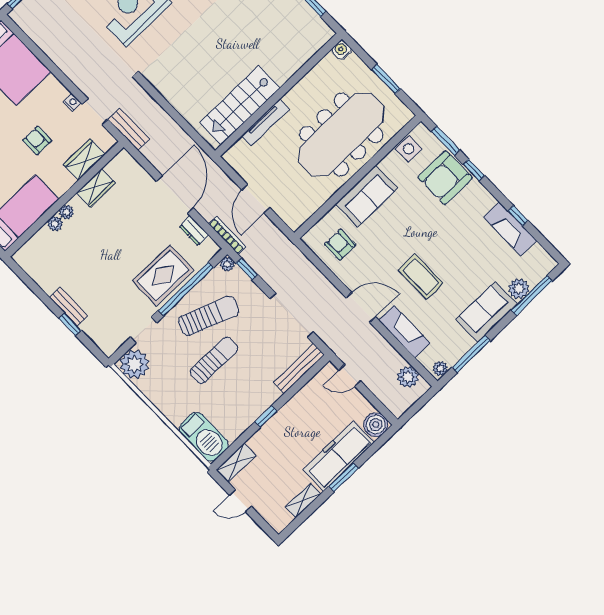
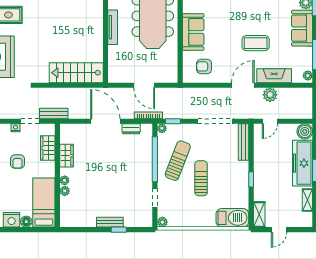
stairs: (240, 105) -> (76, 73), moved, turned 90
tv unit: (265, 123) -> (113, 27), moved
armchair: (37, 140) -> (18, 162), turned -90
rug: (163, 275) -> (138, 164), removed
plant: (134, 364) -> (162, 222), width x0.53, depth x0.53
plant: (408, 377) -> (270, 95), moved

